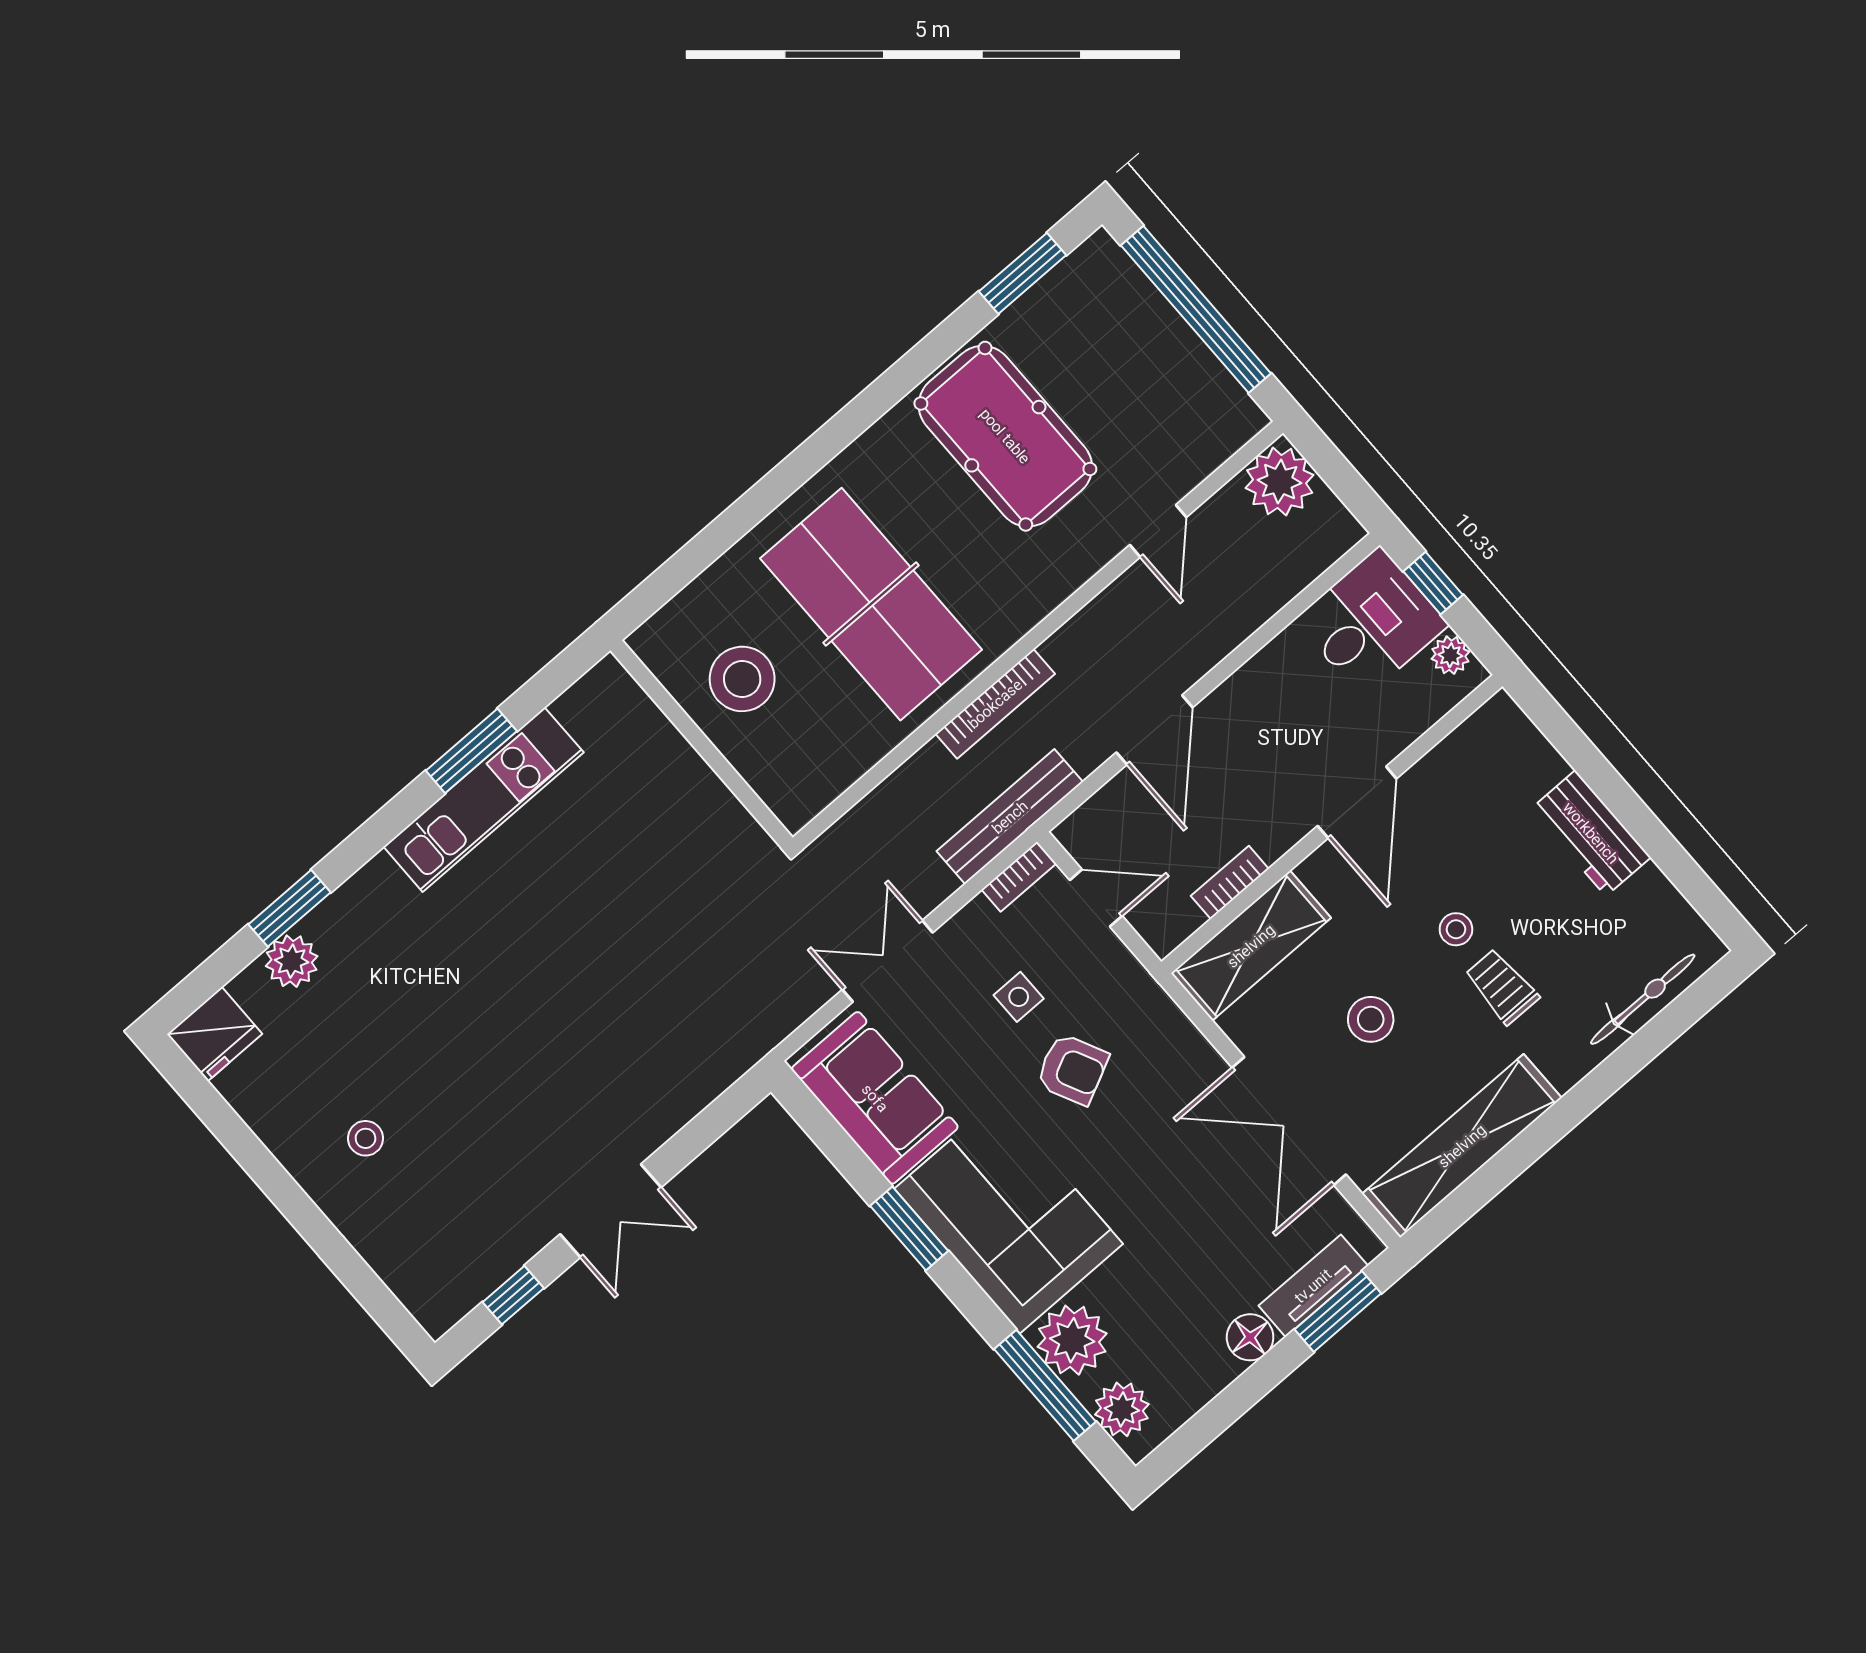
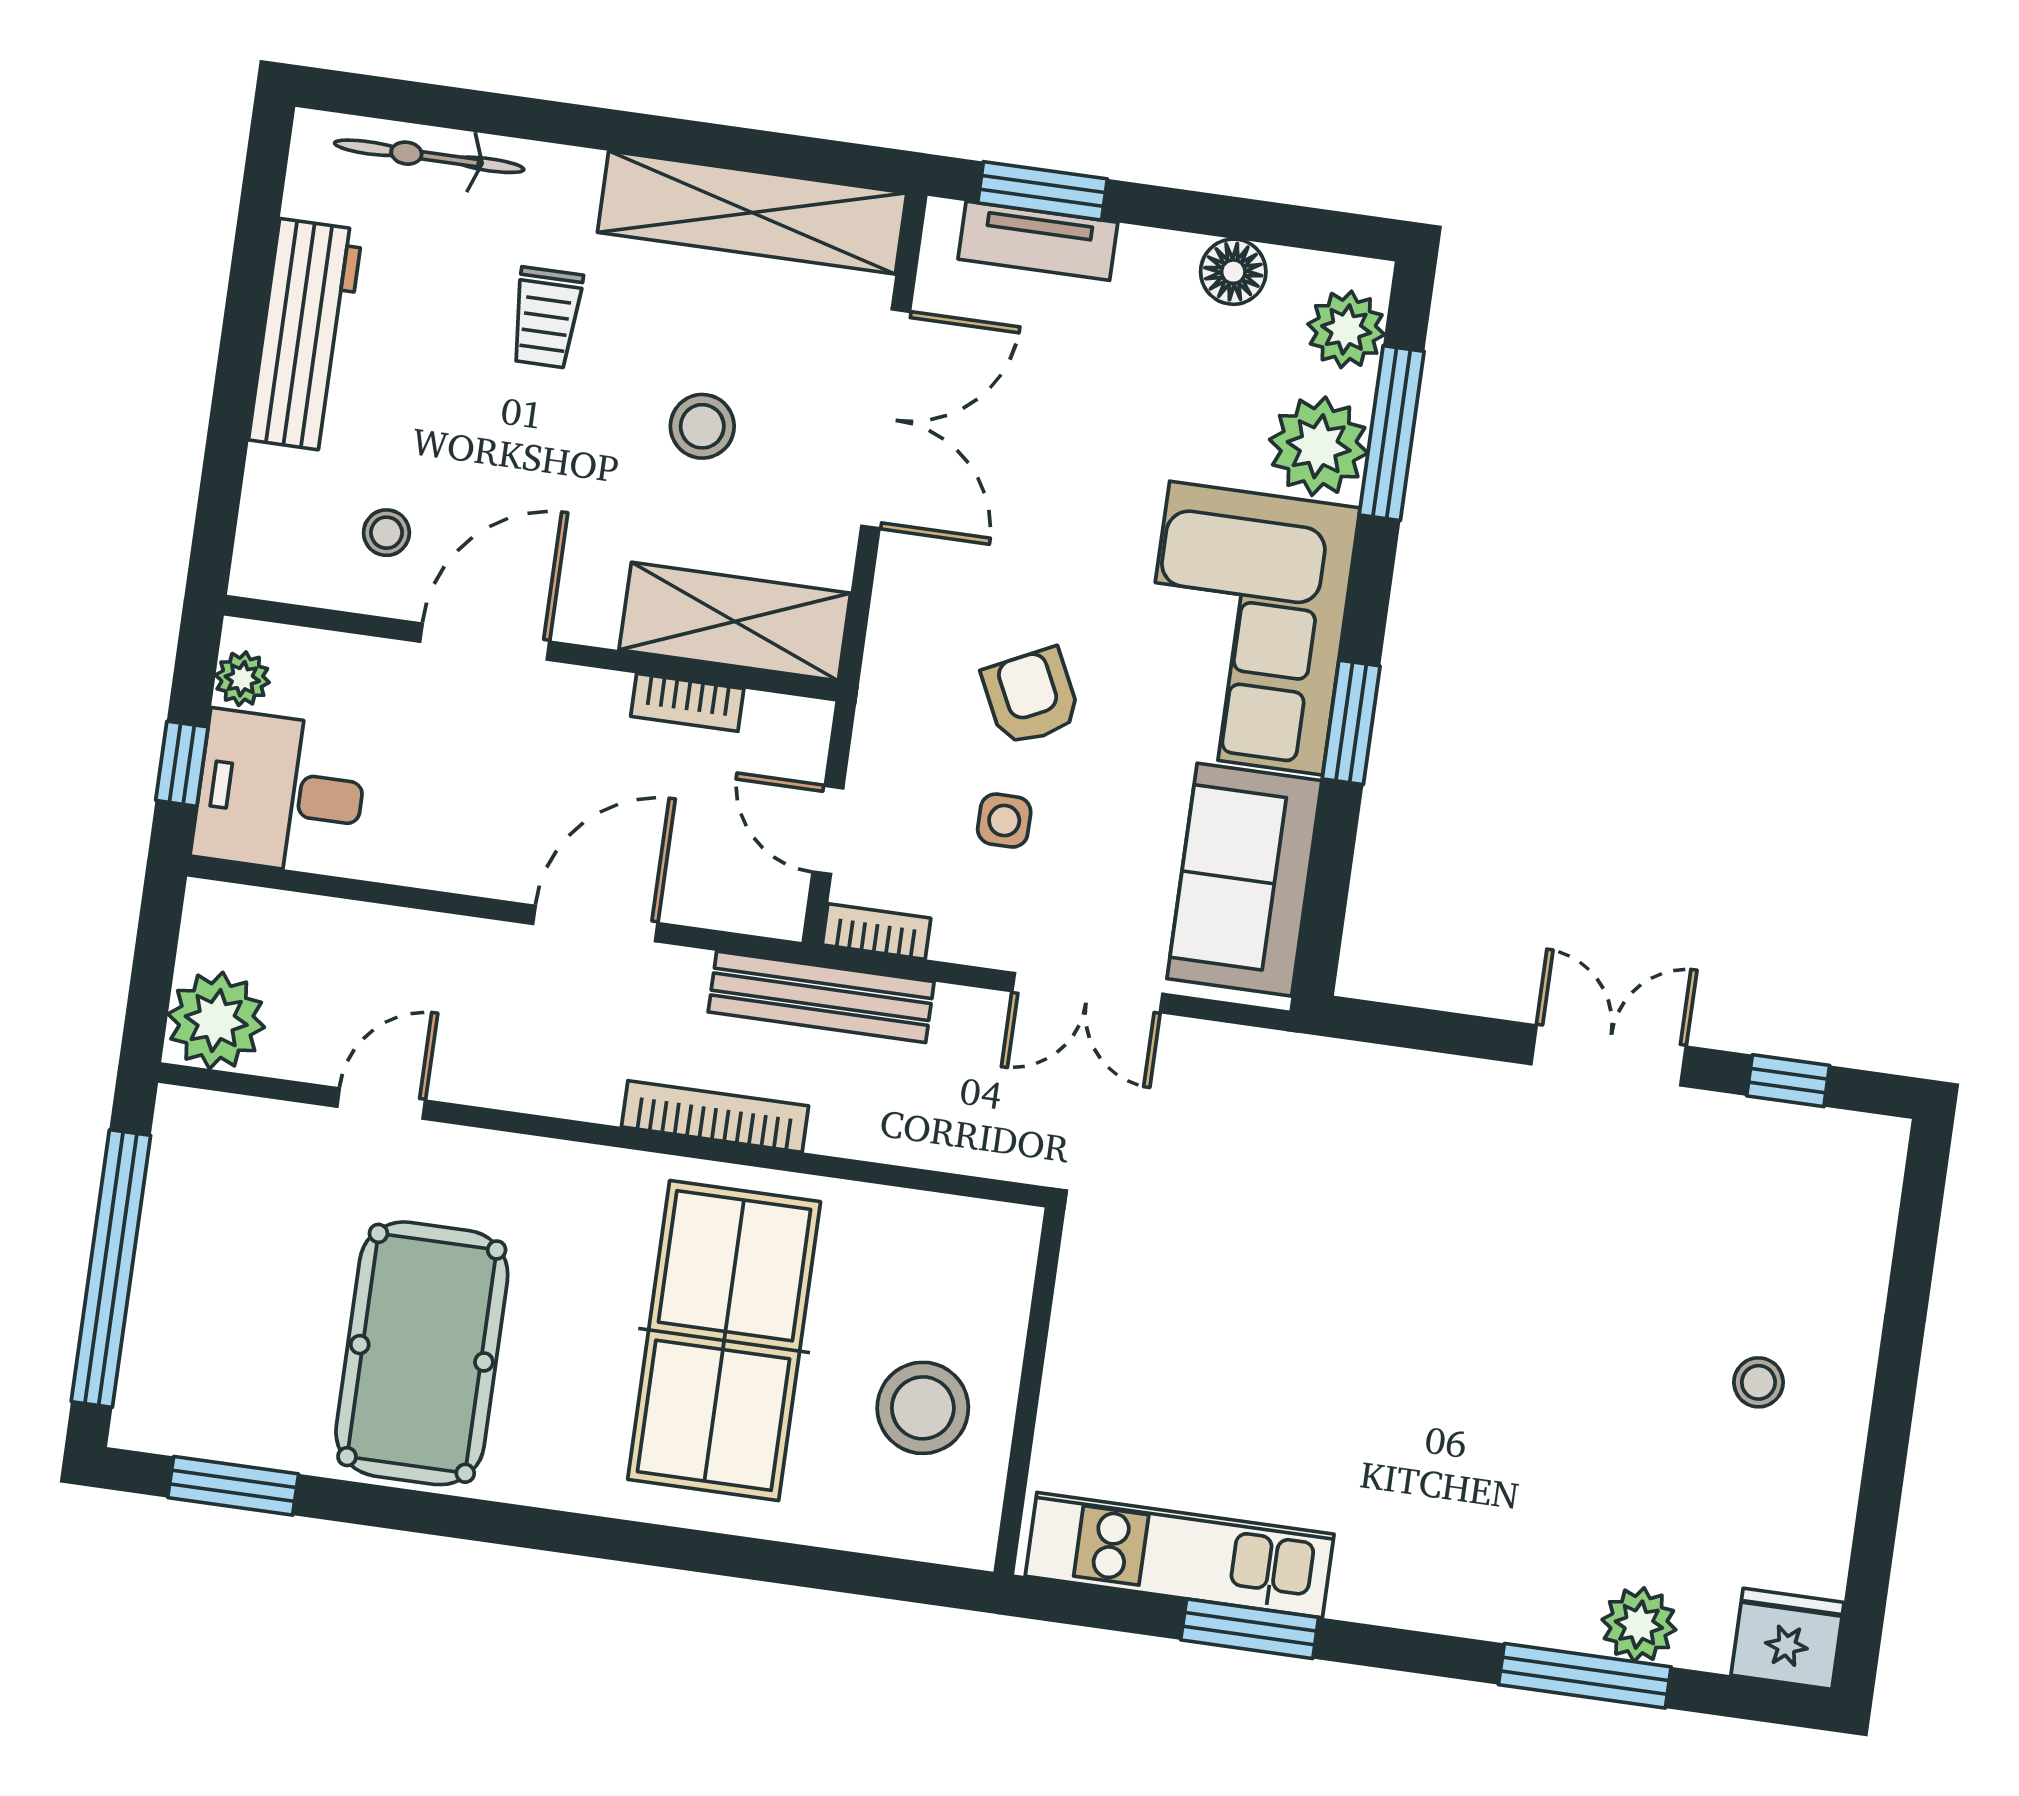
kitchen unit: (484, 800) -> (1180, 1555), moved
workbench: (1591, 833) -> (306, 335), width x1.38
window: (290, 908) -> (1585, 1676), width x1.44
stool: (1456, 929) -> (386, 533), moved
floor lamp: (1250, 1337) -> (1233, 272), moved

